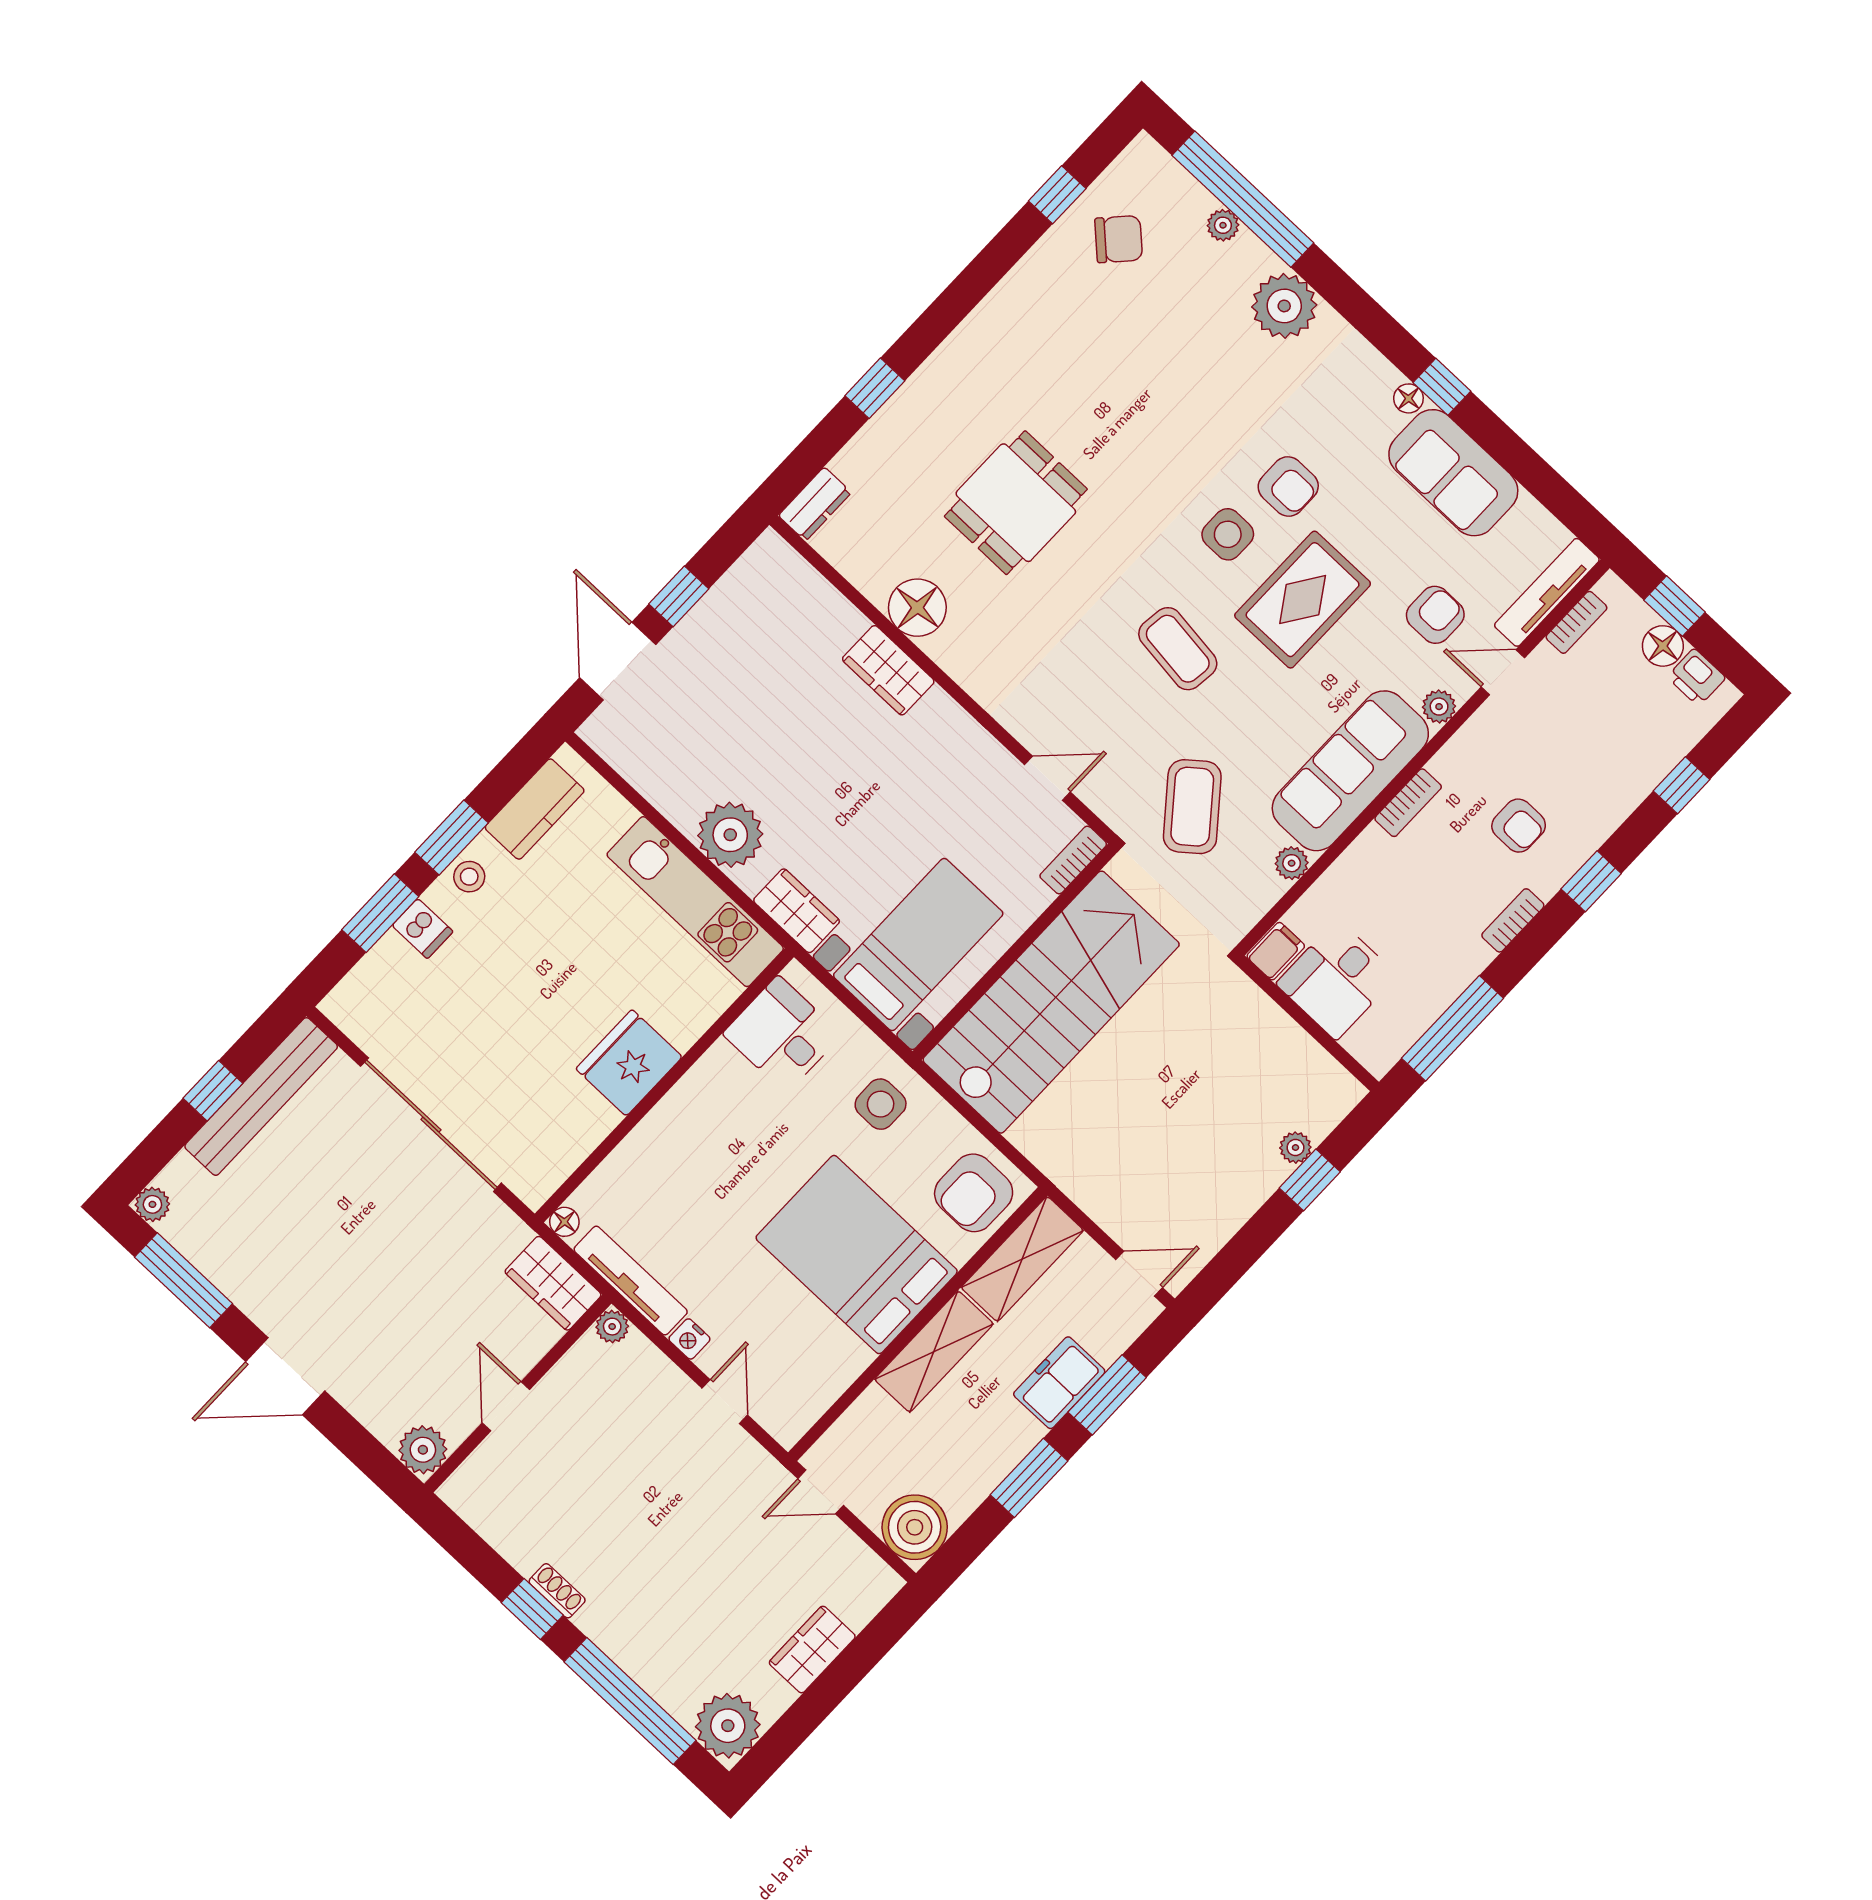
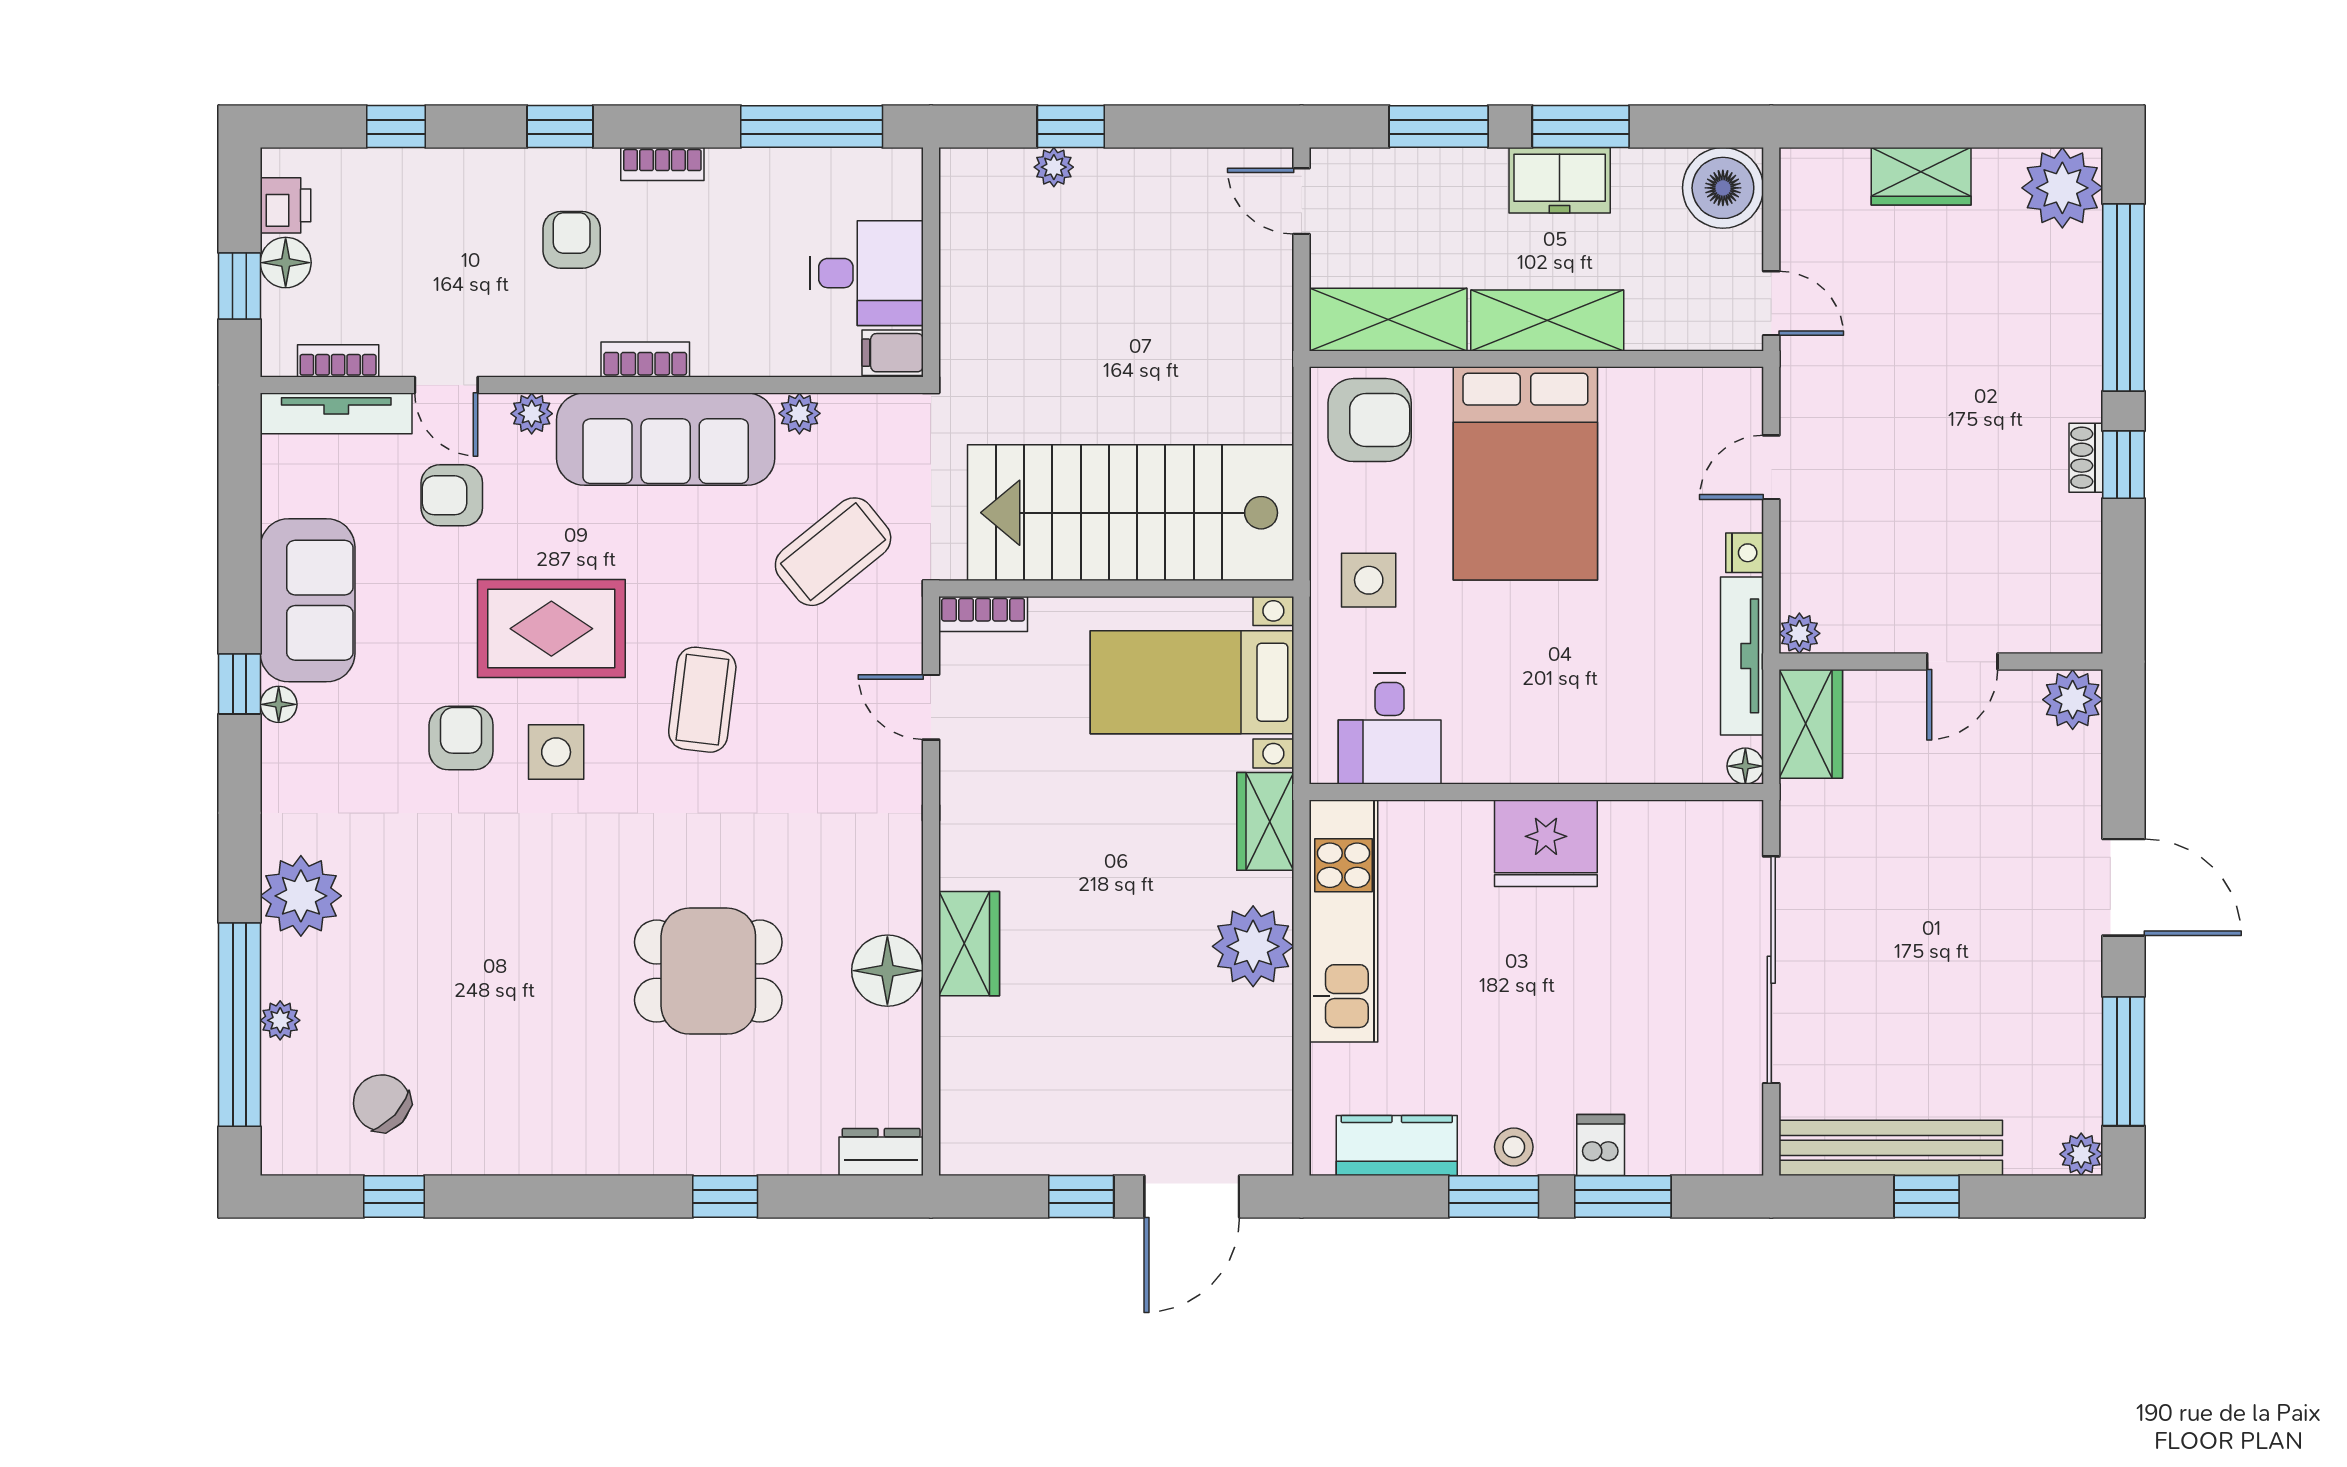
freezer: (1059, 1383) -> (1560, 180), moved

